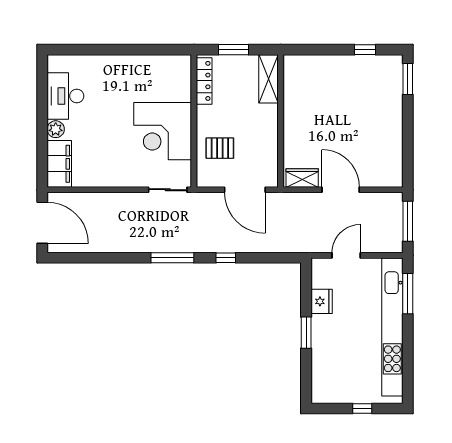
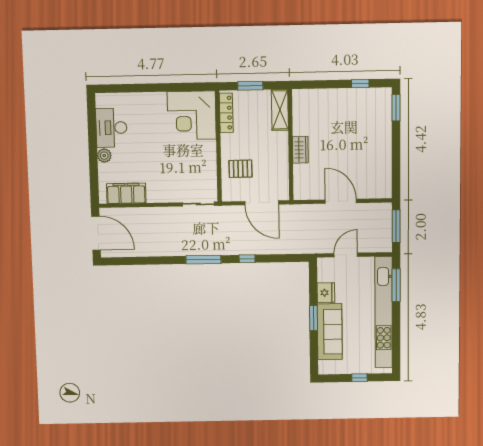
corner desk: (163, 131) -> (192, 115), moved
filing cabinet: (59, 164) -> (126, 193), moved, turned -90
wardrobe: (302, 178) -> (300, 150), moved, turned 90
sofa: (326, 350) -> (330, 332), added

